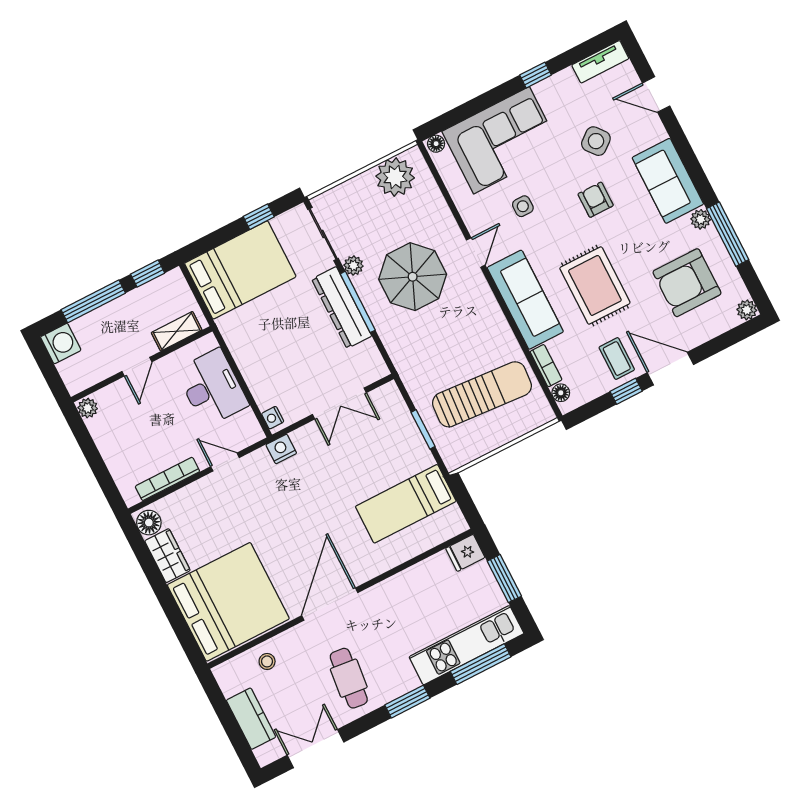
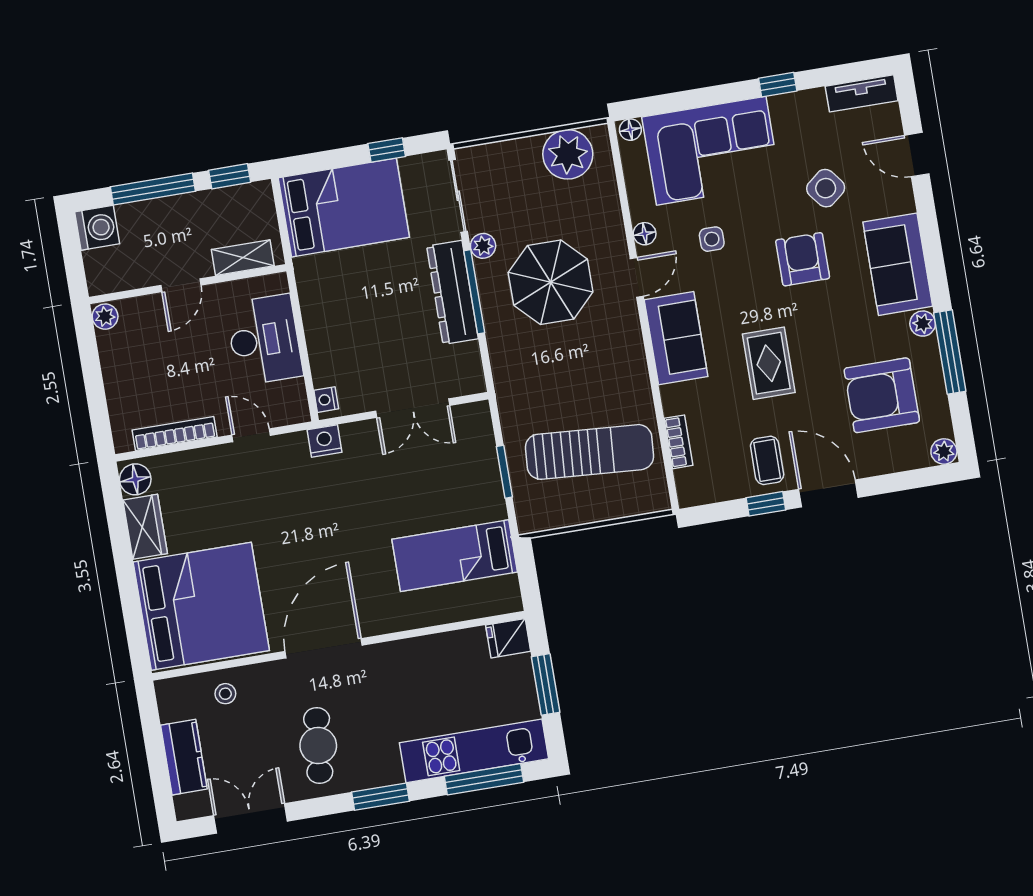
armchair: (596, 200) -> (803, 259), width x1.38, depth x1.38
rug: (595, 285) -> (769, 363), width x0.73, depth x0.70
sofa: (525, 300) -> (676, 338), width x0.73
floor lamp: (561, 393) -> (645, 234), moved

